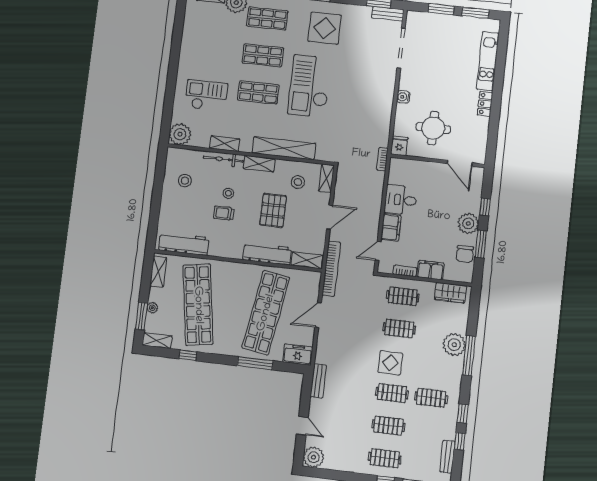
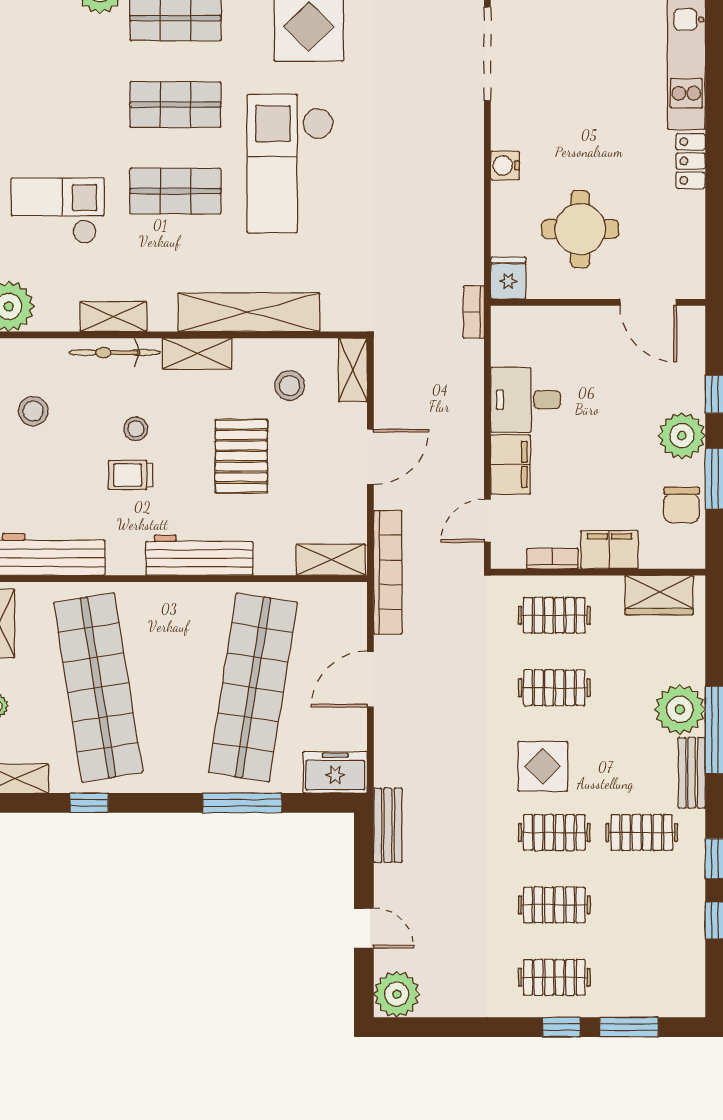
workbench: (267, 254) -> (199, 555), moved
bench: (447, 457) -> (692, 773), moved

